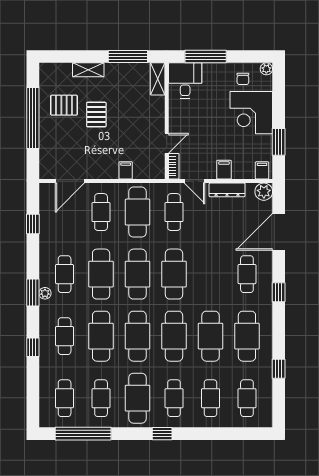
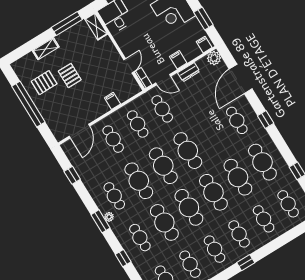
dresser: (227, 190) -> (189, 72), width x0.70
cafe table: (138, 212) -> (138, 124), width x0.73, depth x0.74
cafe table: (138, 398) -> (215, 249), width x0.73, depth x0.74

